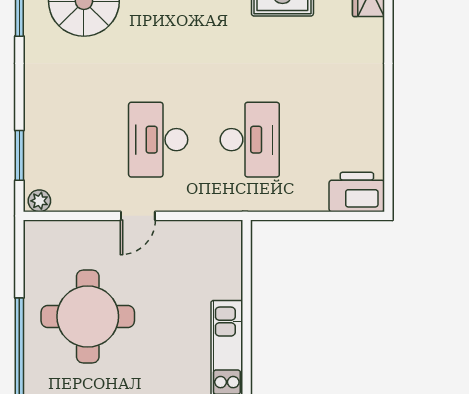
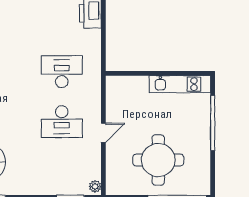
door: (138, 216) -> (103, 133), hinge flipped

